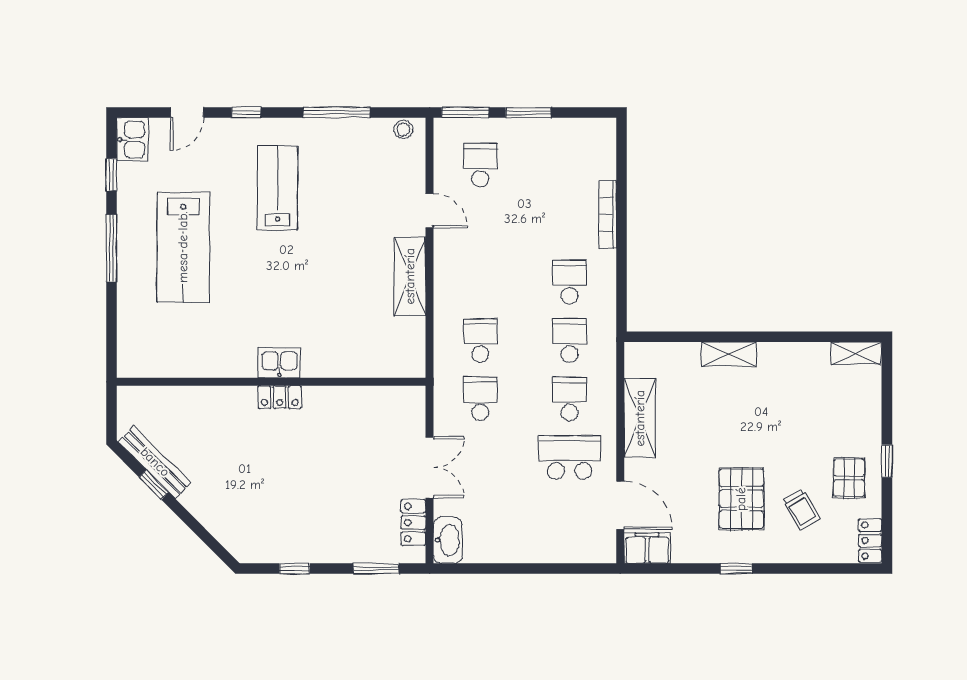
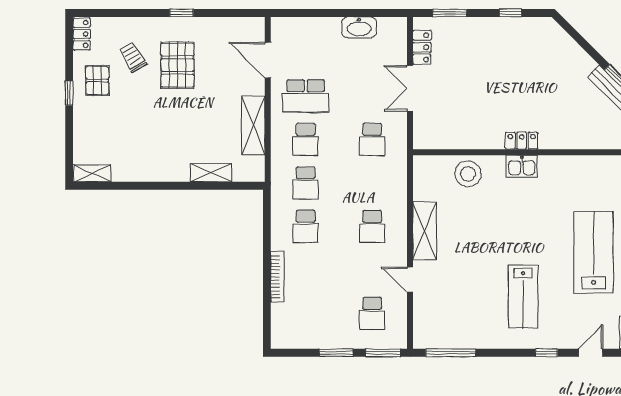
window: (336, 113) -> (451, 353), moved
stool: (403, 129) -> (468, 174), moved, width x1.89, depth x1.89
school desk: (480, 341) -> (372, 226), moved
shelving: (729, 354) -> (211, 173), moved
washbasin: (448, 540) -> (359, 27), moved, turned -90
filing cabinet: (647, 548) -> (248, 28), removed

